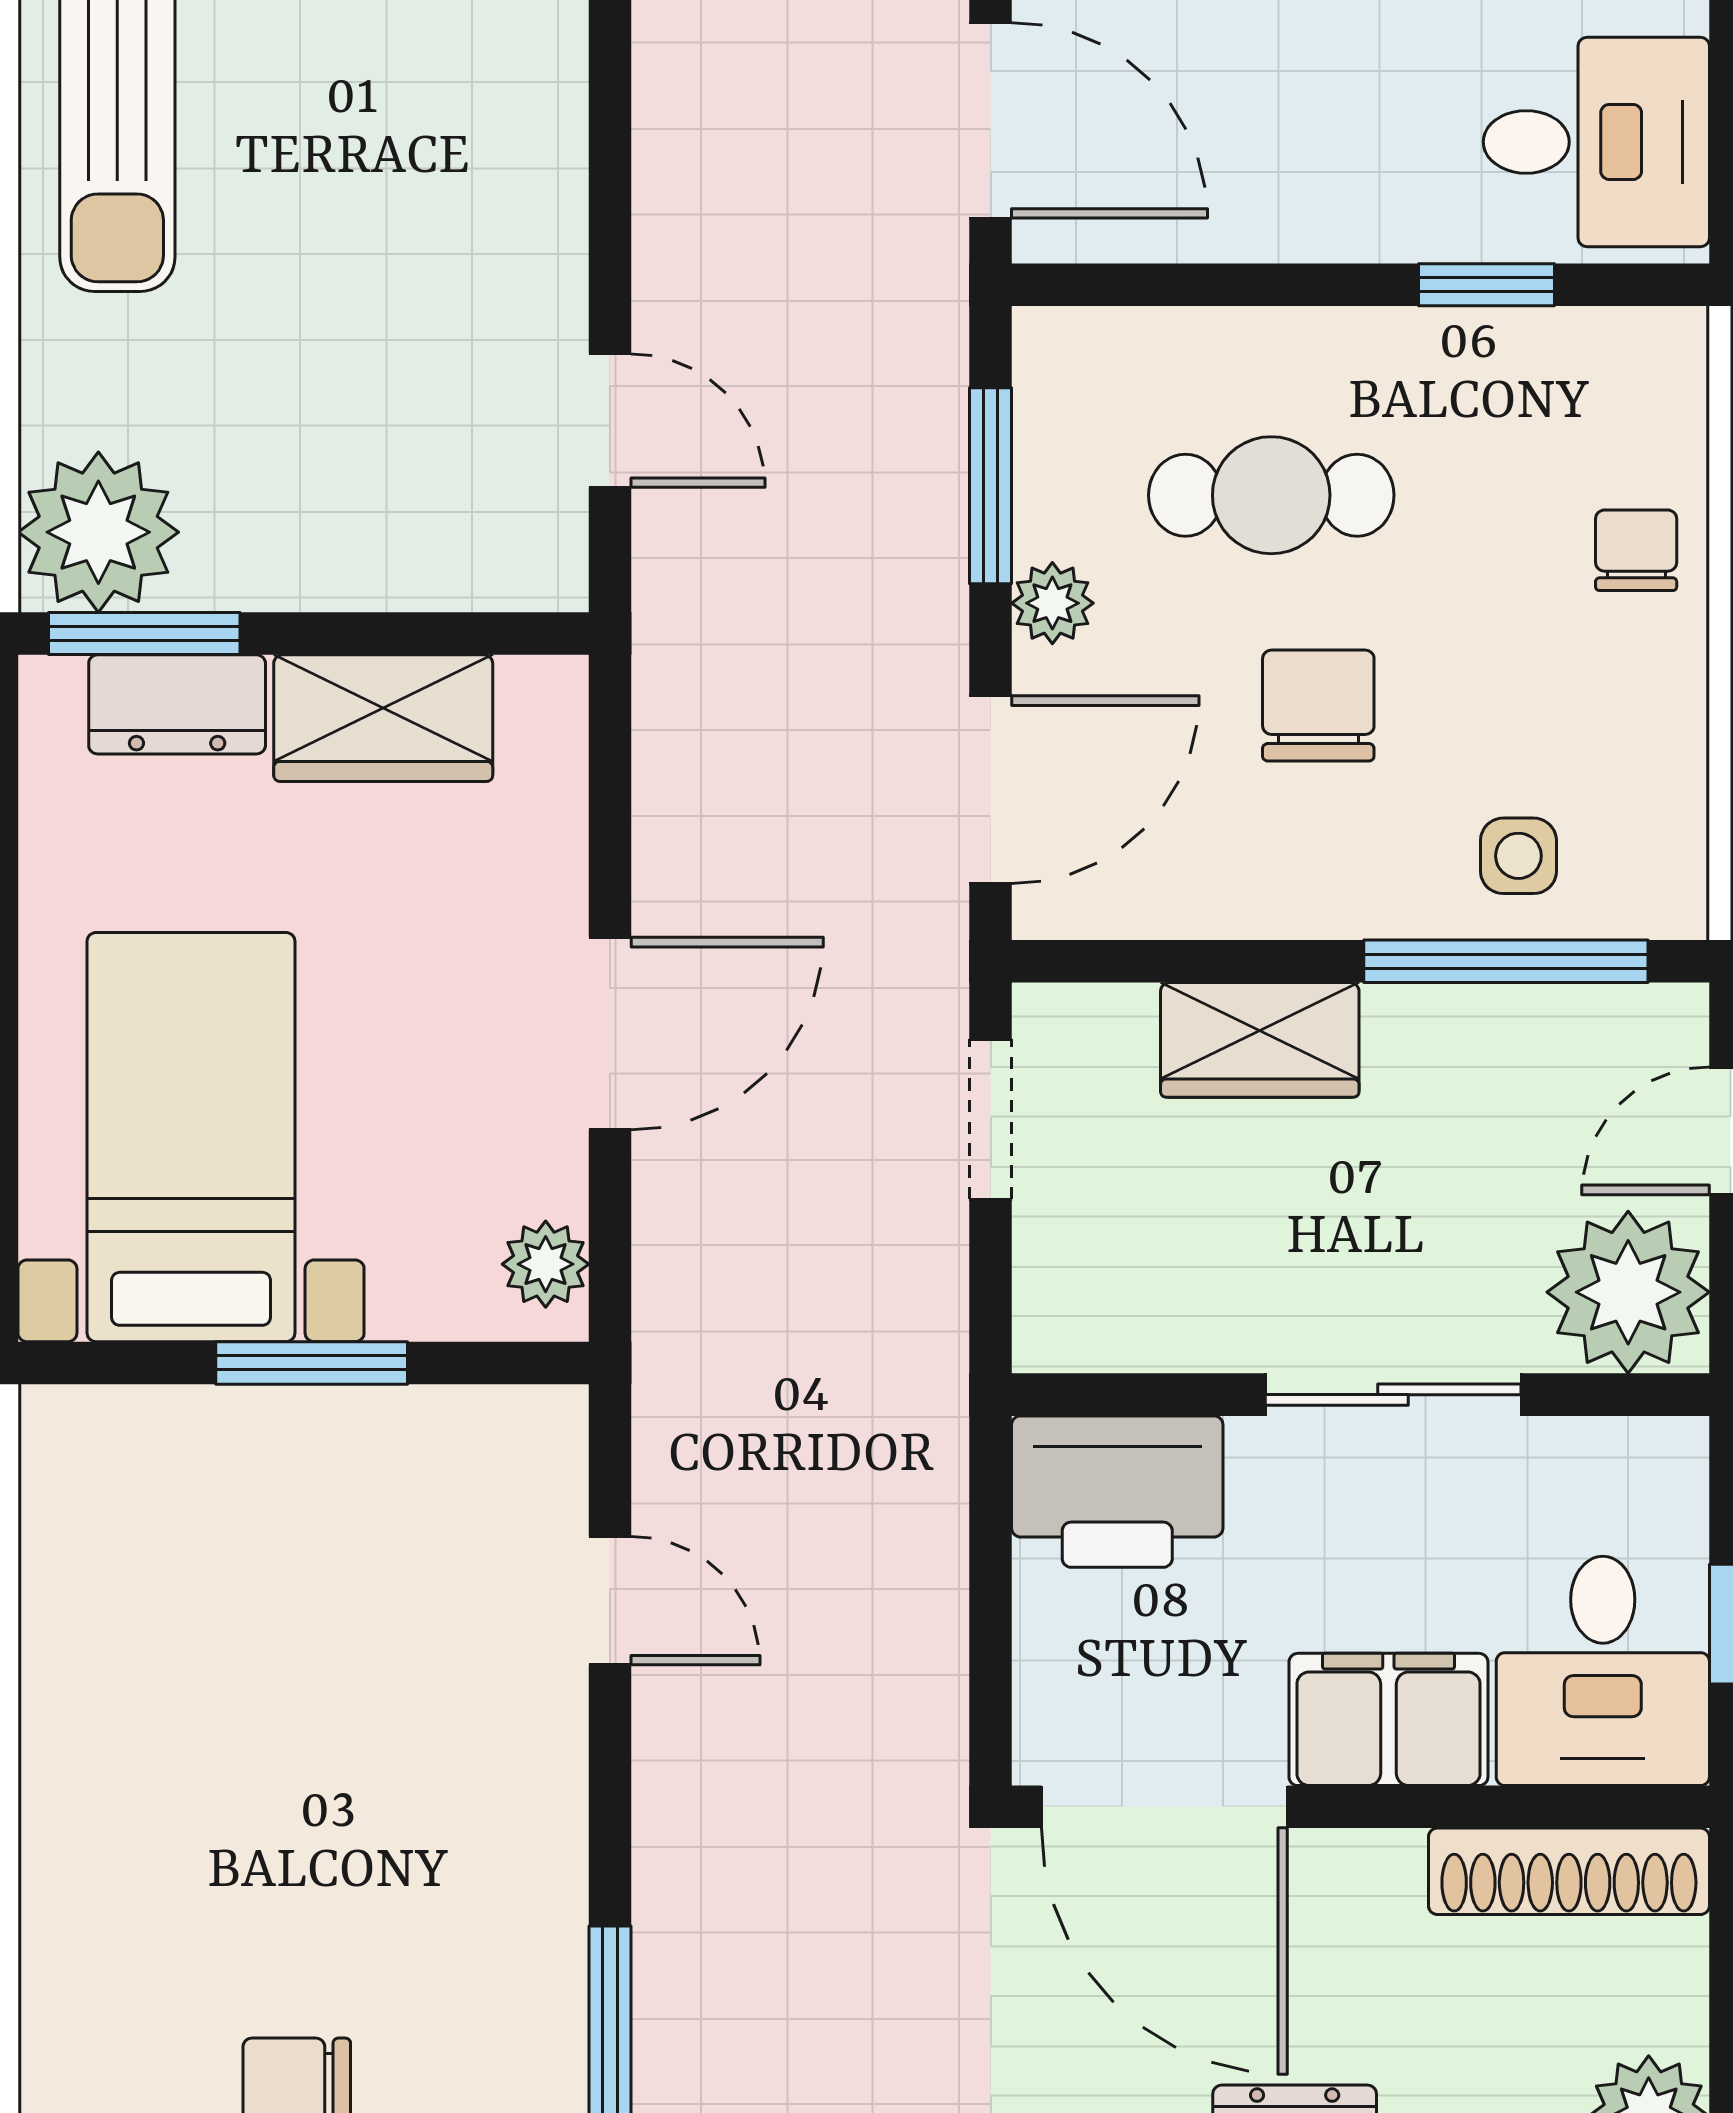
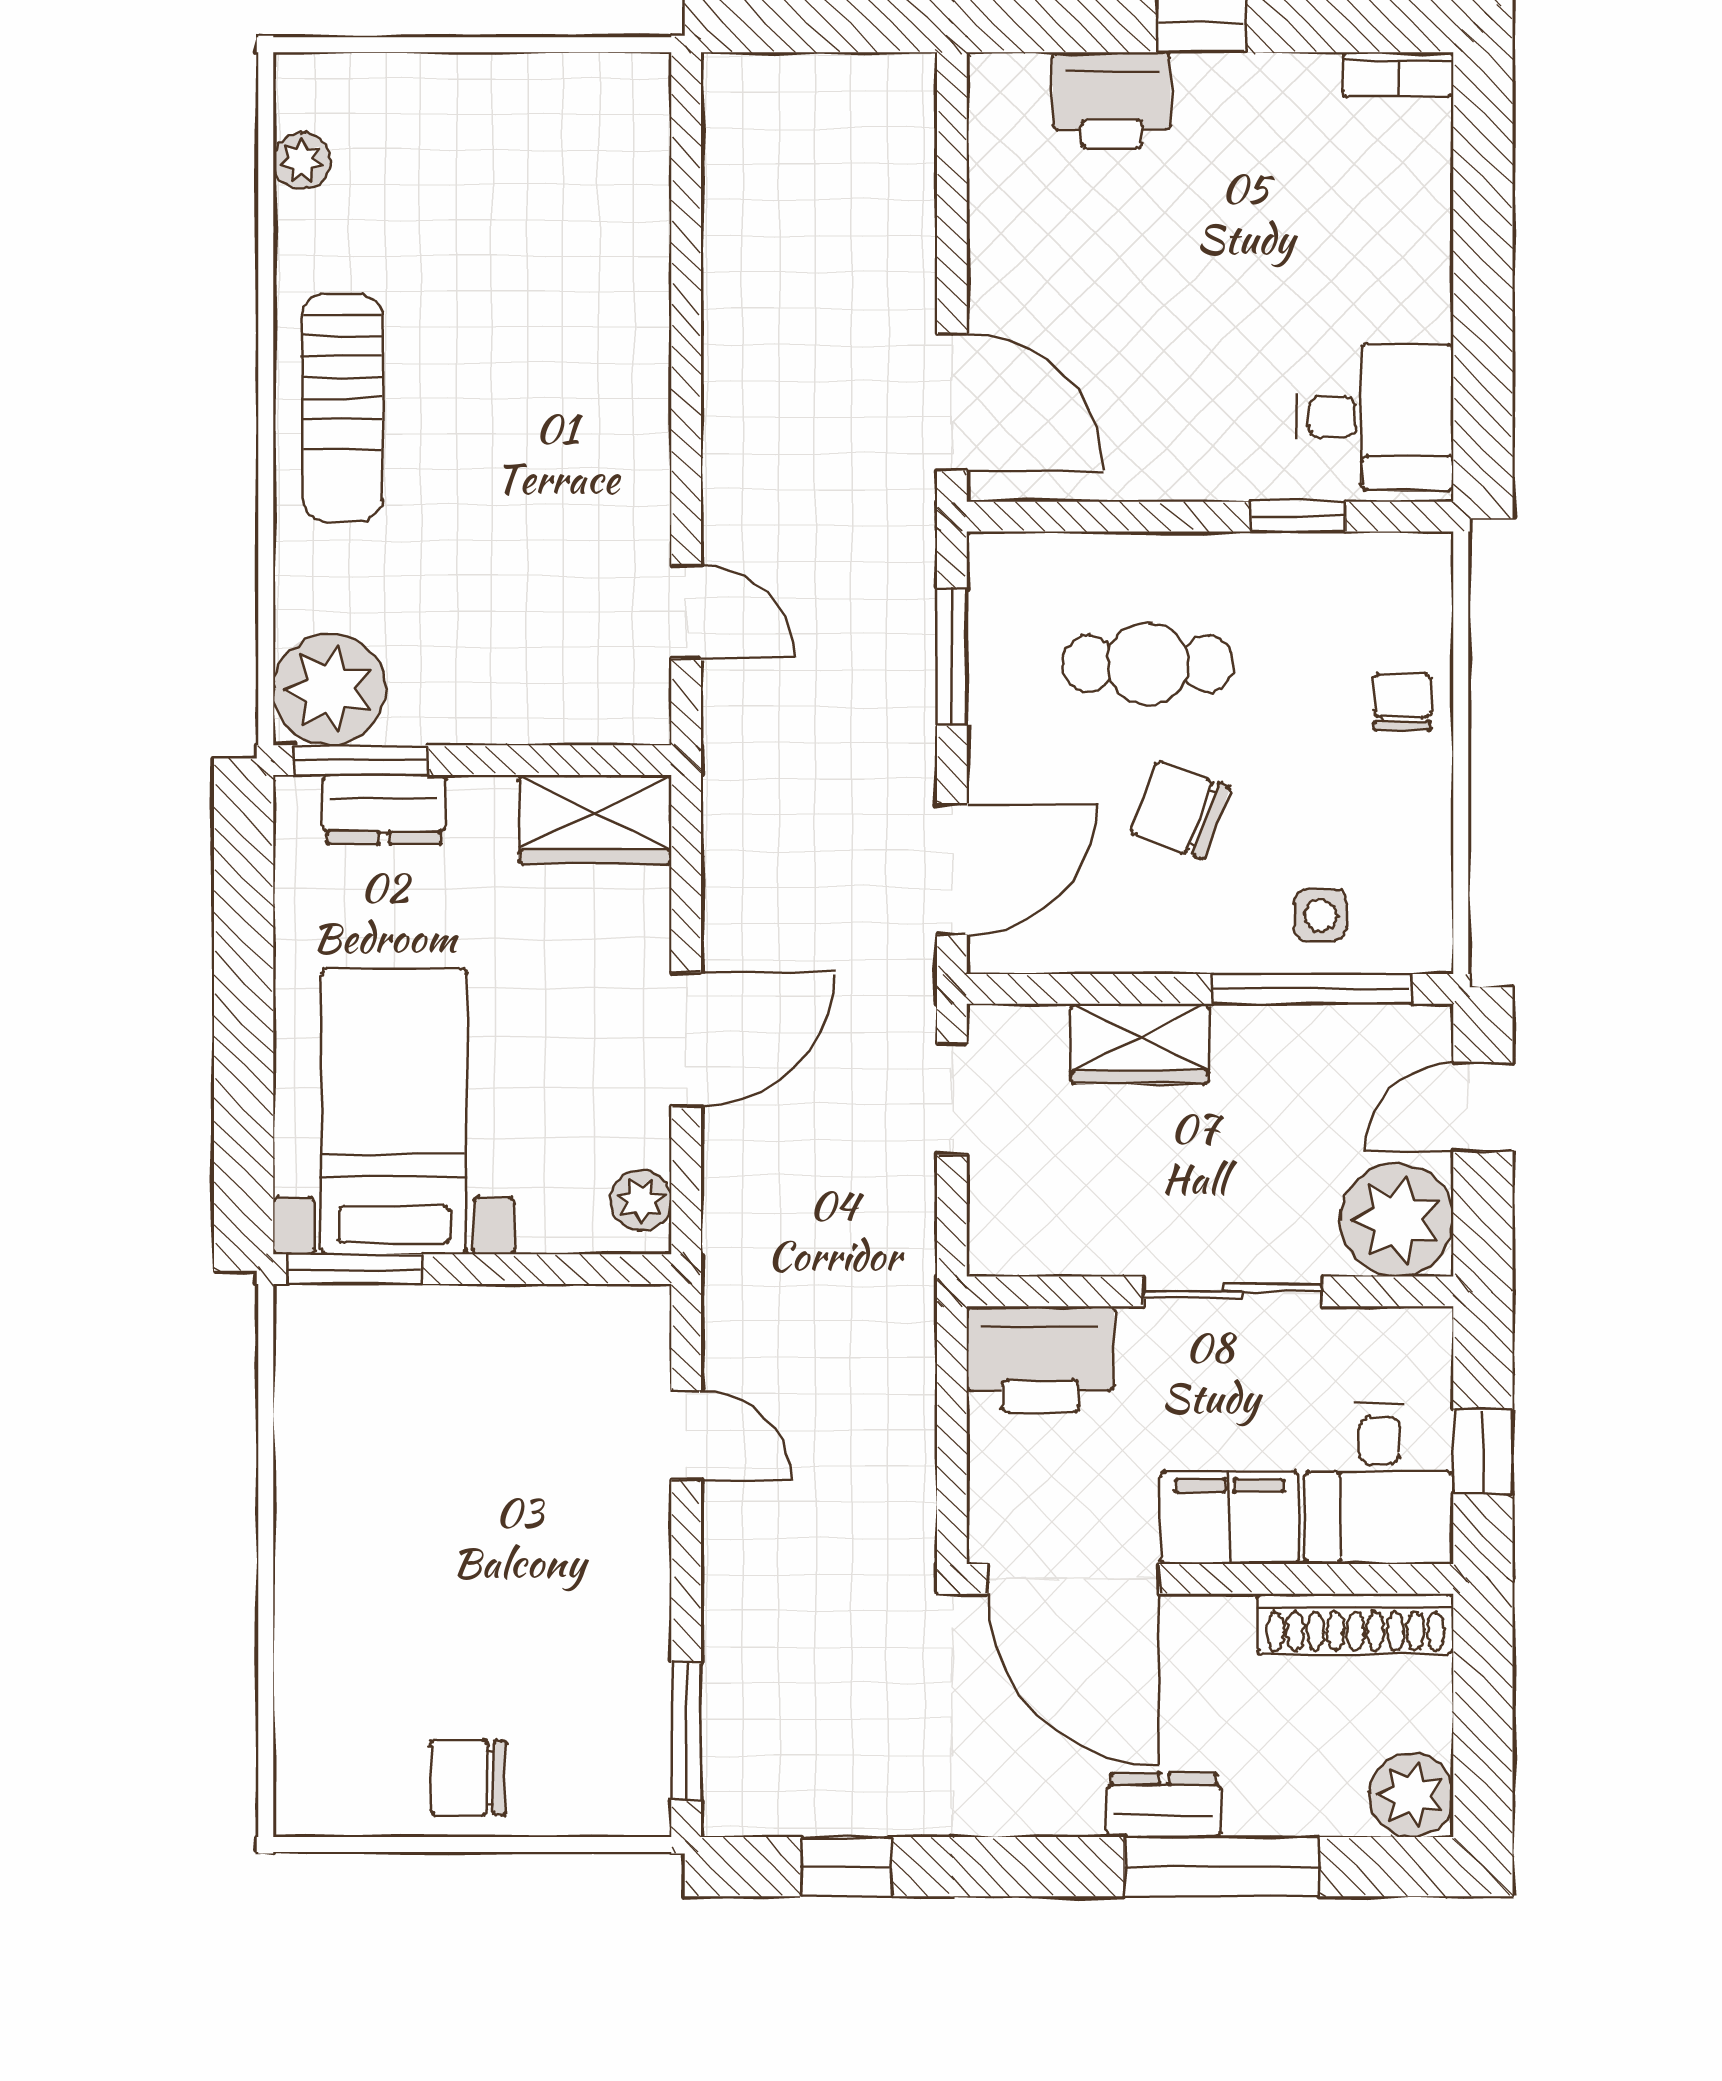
plant: (1052, 603) -> (995, 739), removed
chair: (1318, 706) -> (1181, 810), turned -70
wardrobe: (383, 718) -> (595, 819), moved
window: (312, 1363) -> (355, 1269), moved

